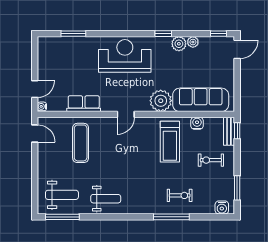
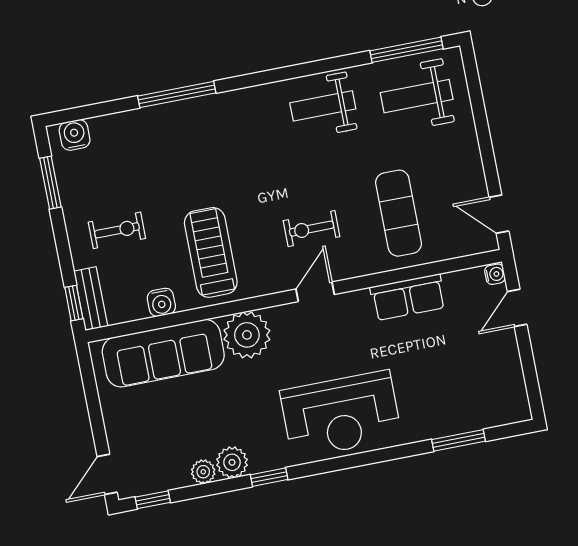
exercise bike: (180, 195) -> (311, 229), moved

